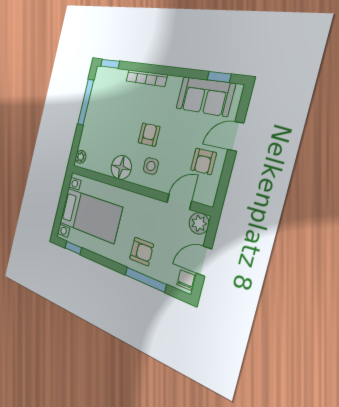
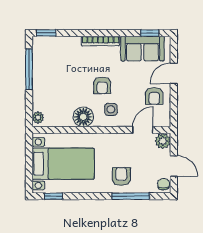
bookcase: (146, 78) -> (101, 41), moved
armchair: (149, 135) -> (102, 85), turned 180
armchair: (142, 251) -> (121, 177), turned -90
door: (204, 261) -> (174, 166), swing flipped

